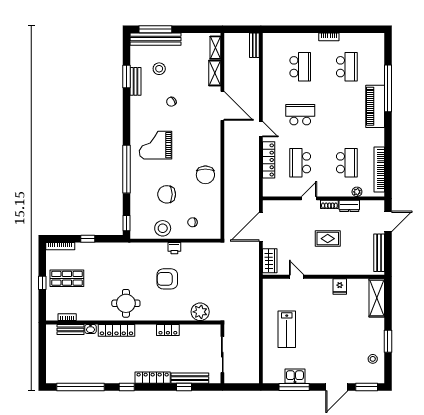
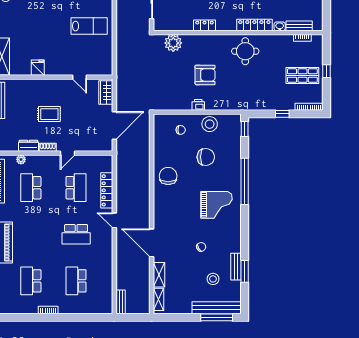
lab bench: (287, 329) -> (89, 26), turned 90

